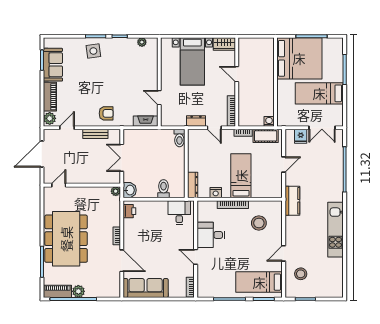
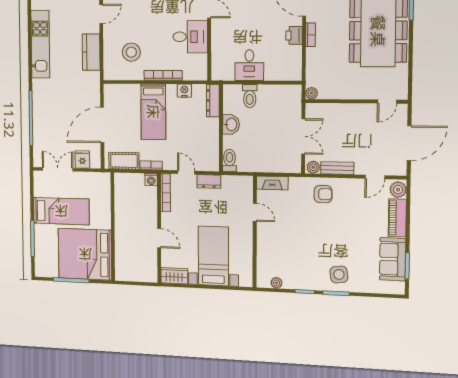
armchair: (106, 113) -> (323, 194), turned 180
washing machine: (269, 121) -> (151, 180), moved
plant: (114, 134) -> (313, 167), added
door: (284, 165) -> (102, 125), width x1.88
washbasin: (130, 190) -> (231, 124), moved, turned 180
kitchen counter: (292, 201) -> (91, 52), moved
printer: (129, 211) -> (294, 35), moved
desk: (179, 213) -> (249, 65), moved

